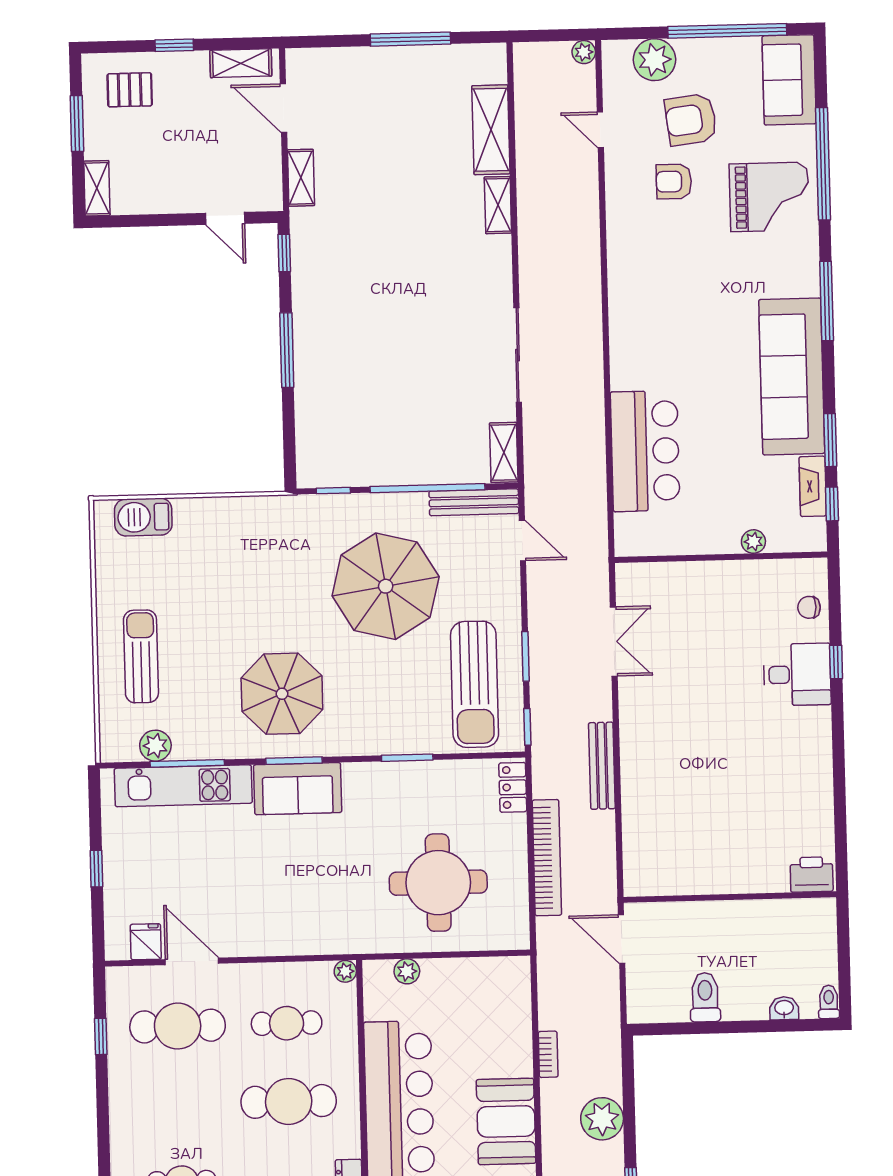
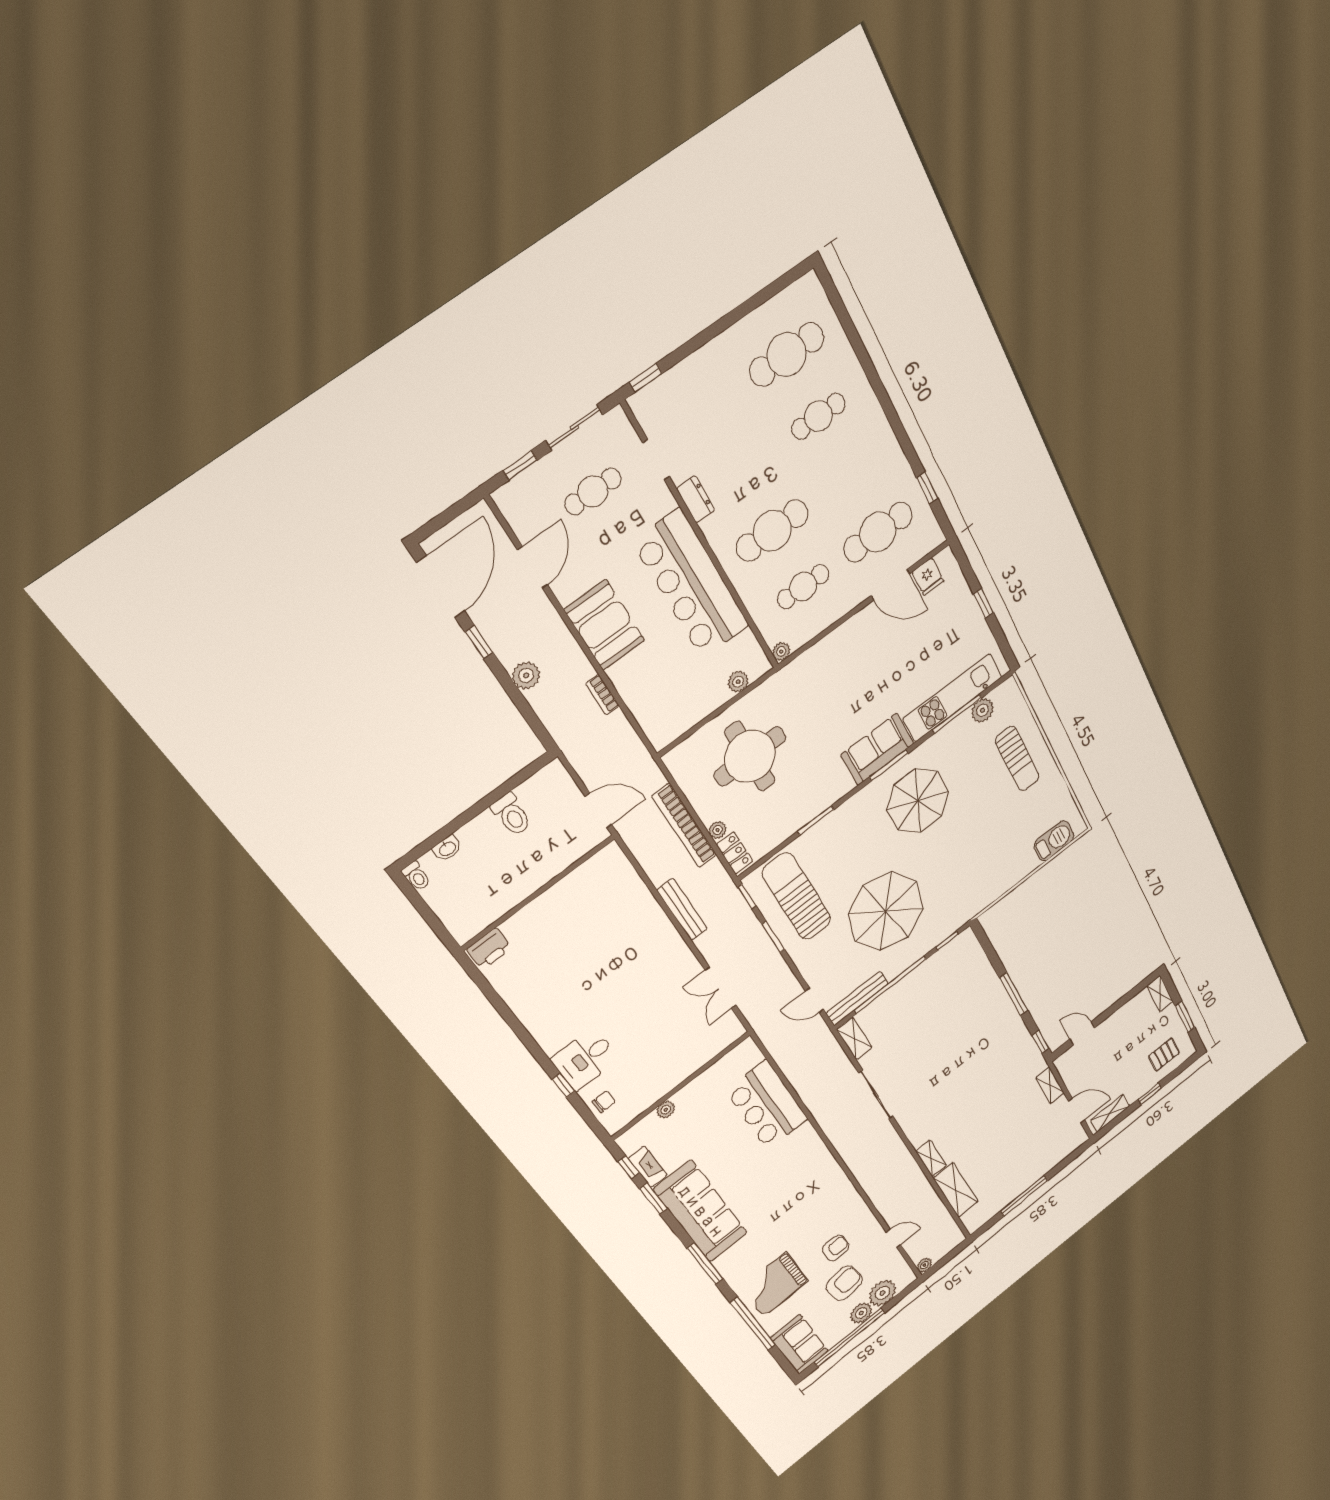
plant: (695, 54) -> (861, 1313), added
plant: (516, 827) -> (718, 830), added
plant: (602, 1119) -> (526, 675), width x0.73, depth x0.73

